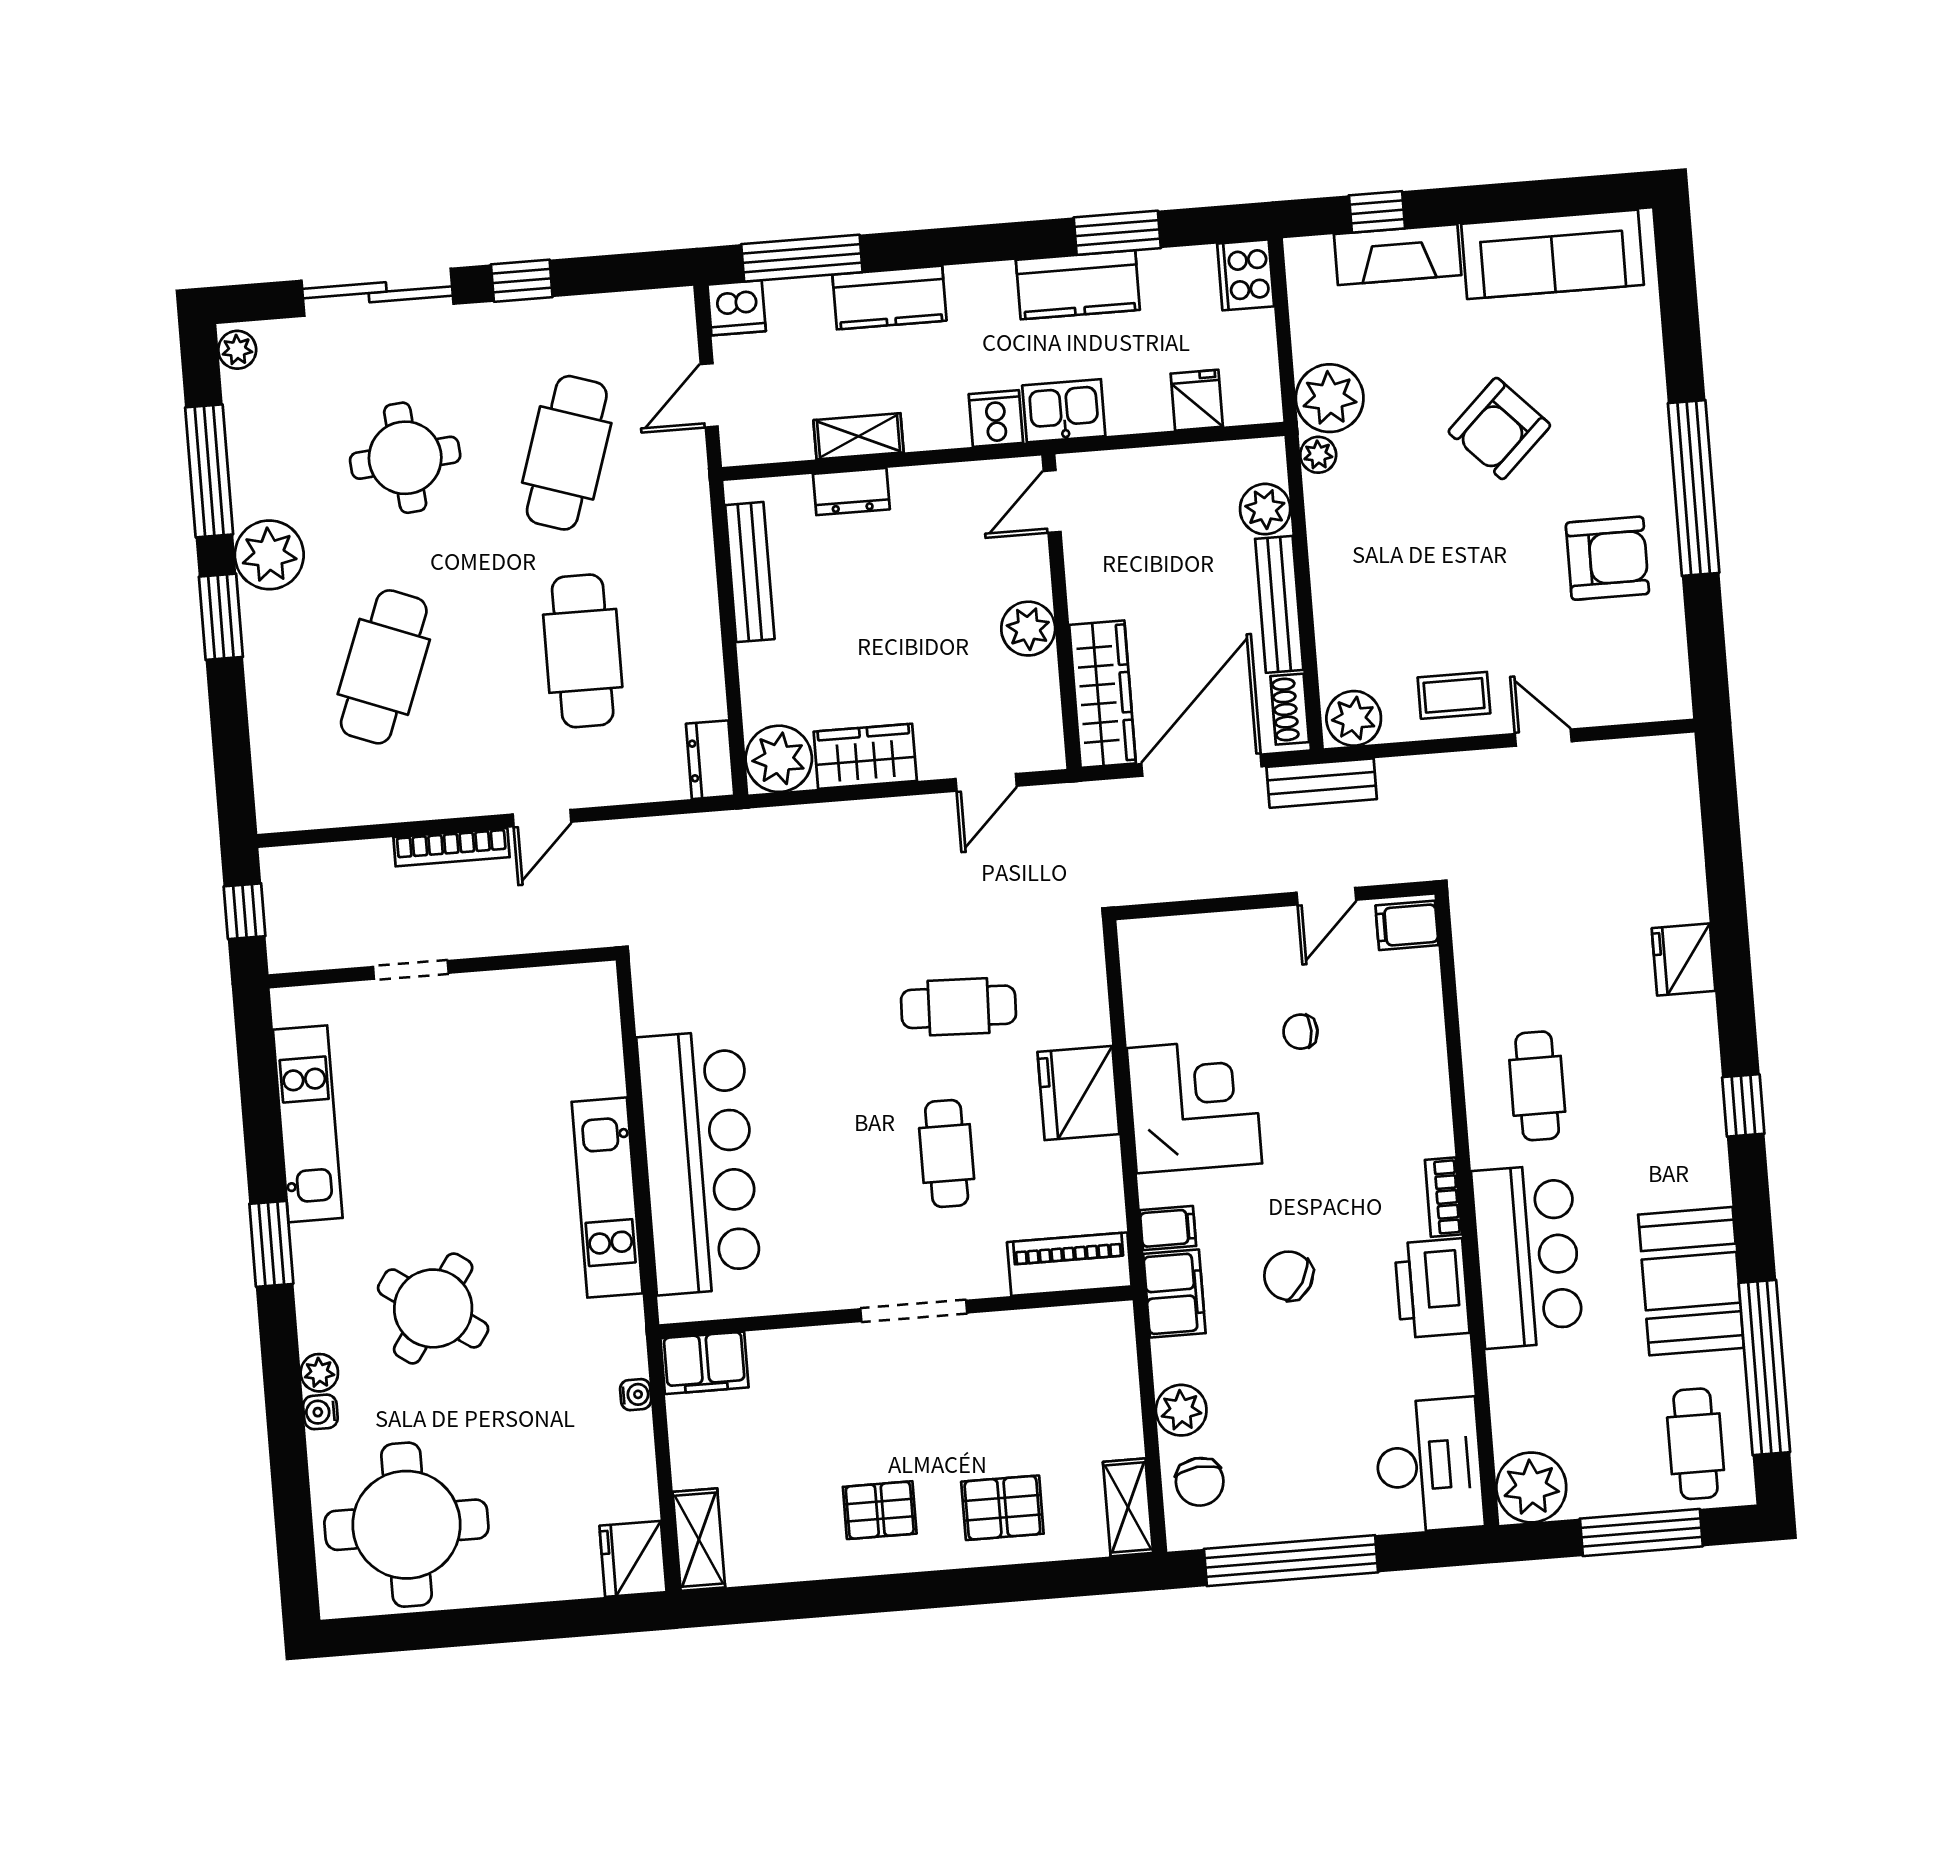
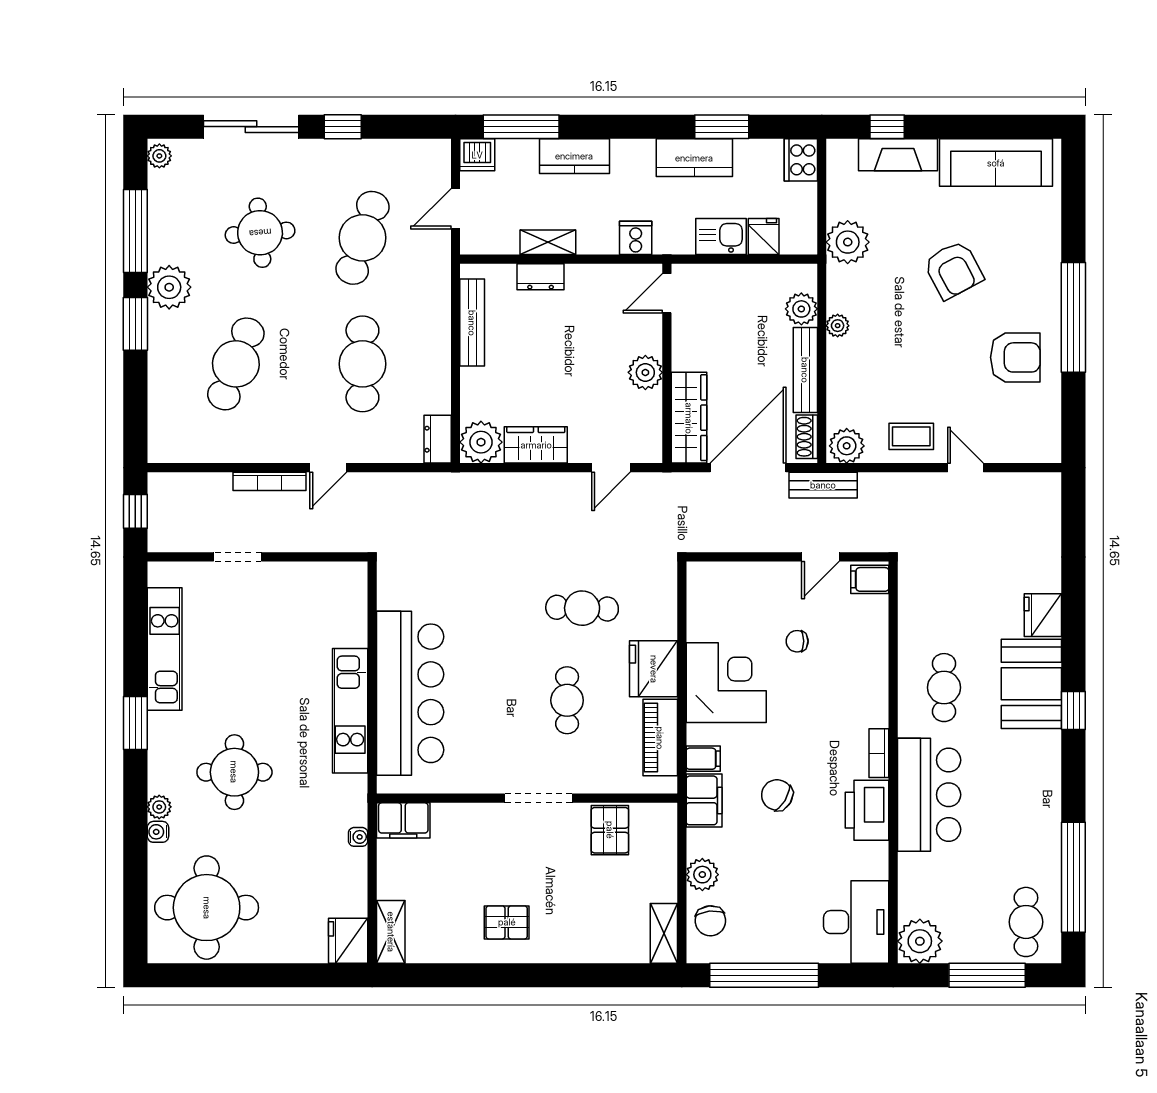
kitchen sink: (1064, 411) -> (721, 237), moved
armchair: (1499, 428) -> (954, 270), turned -74
plant: (1318, 455) -> (838, 326), moved
piano: (1069, 1264) -> (660, 738), moved, turned -90
booth: (1691, 1281) -> (1031, 684), moved
round table: (433, 1308) -> (234, 772), turned -35
pallet: (1002, 1508) -> (610, 830), moved, turned 90

